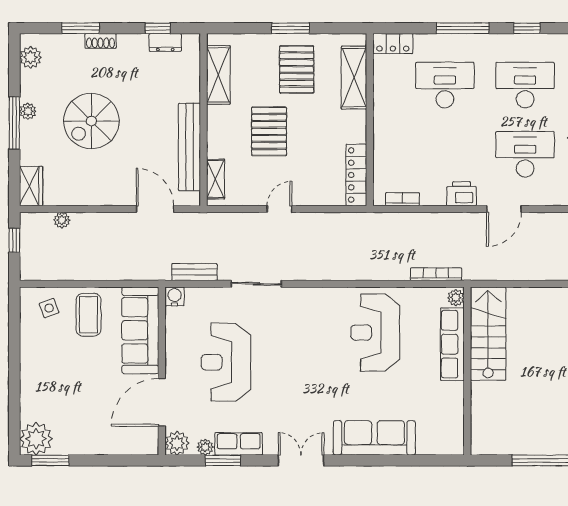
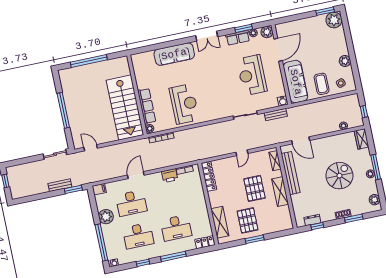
shelving: (218, 75) -> (280, 192), moved
printer: (461, 194) -> (170, 176), moved
stairs: (488, 334) -> (125, 108), width x1.36, depth x1.51
plant: (31, 351) -> (345, 61), added
reception desk: (226, 362) -> (252, 75), turned 180

